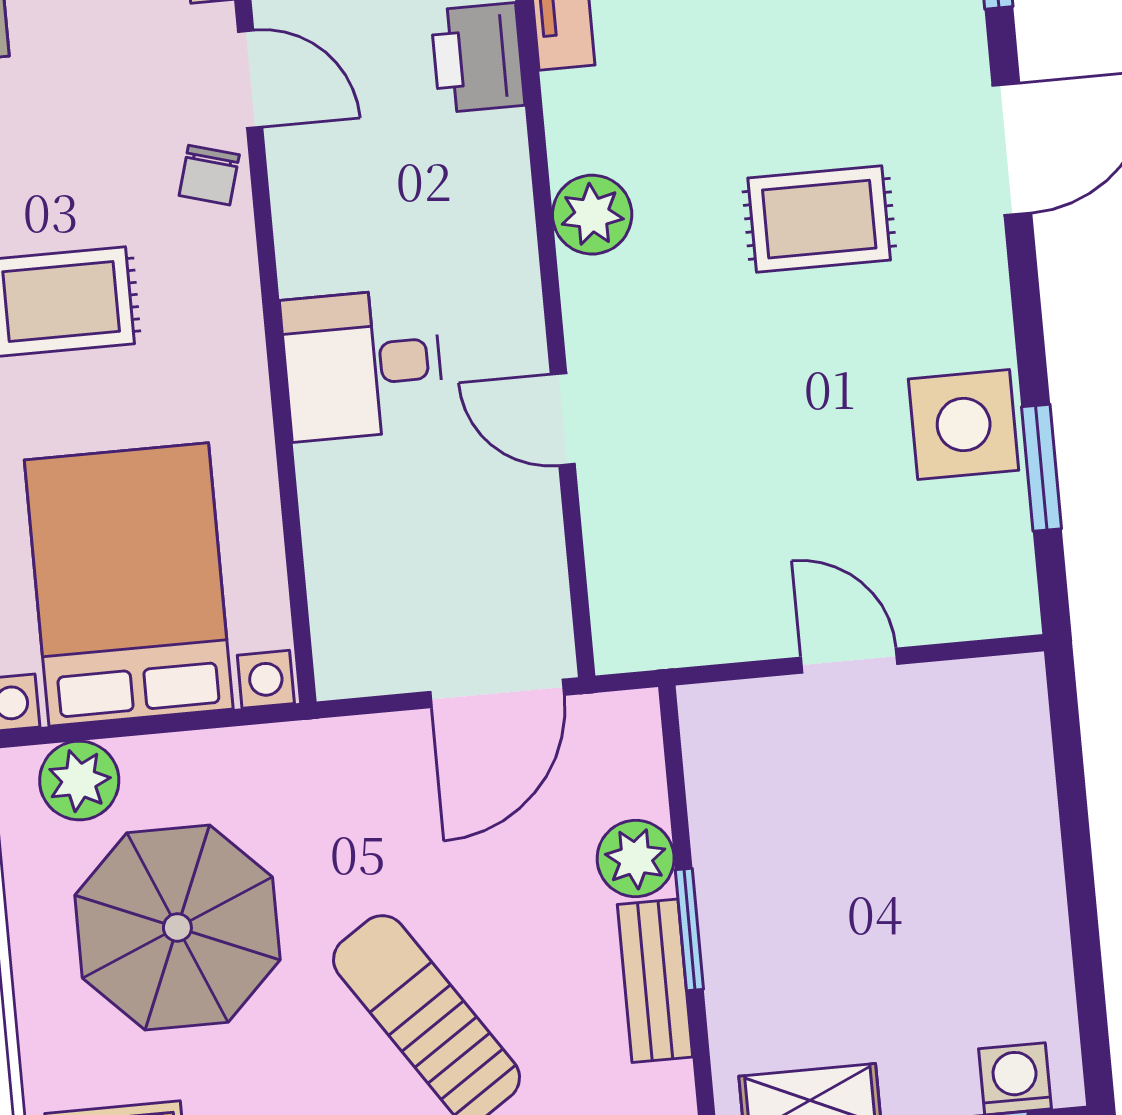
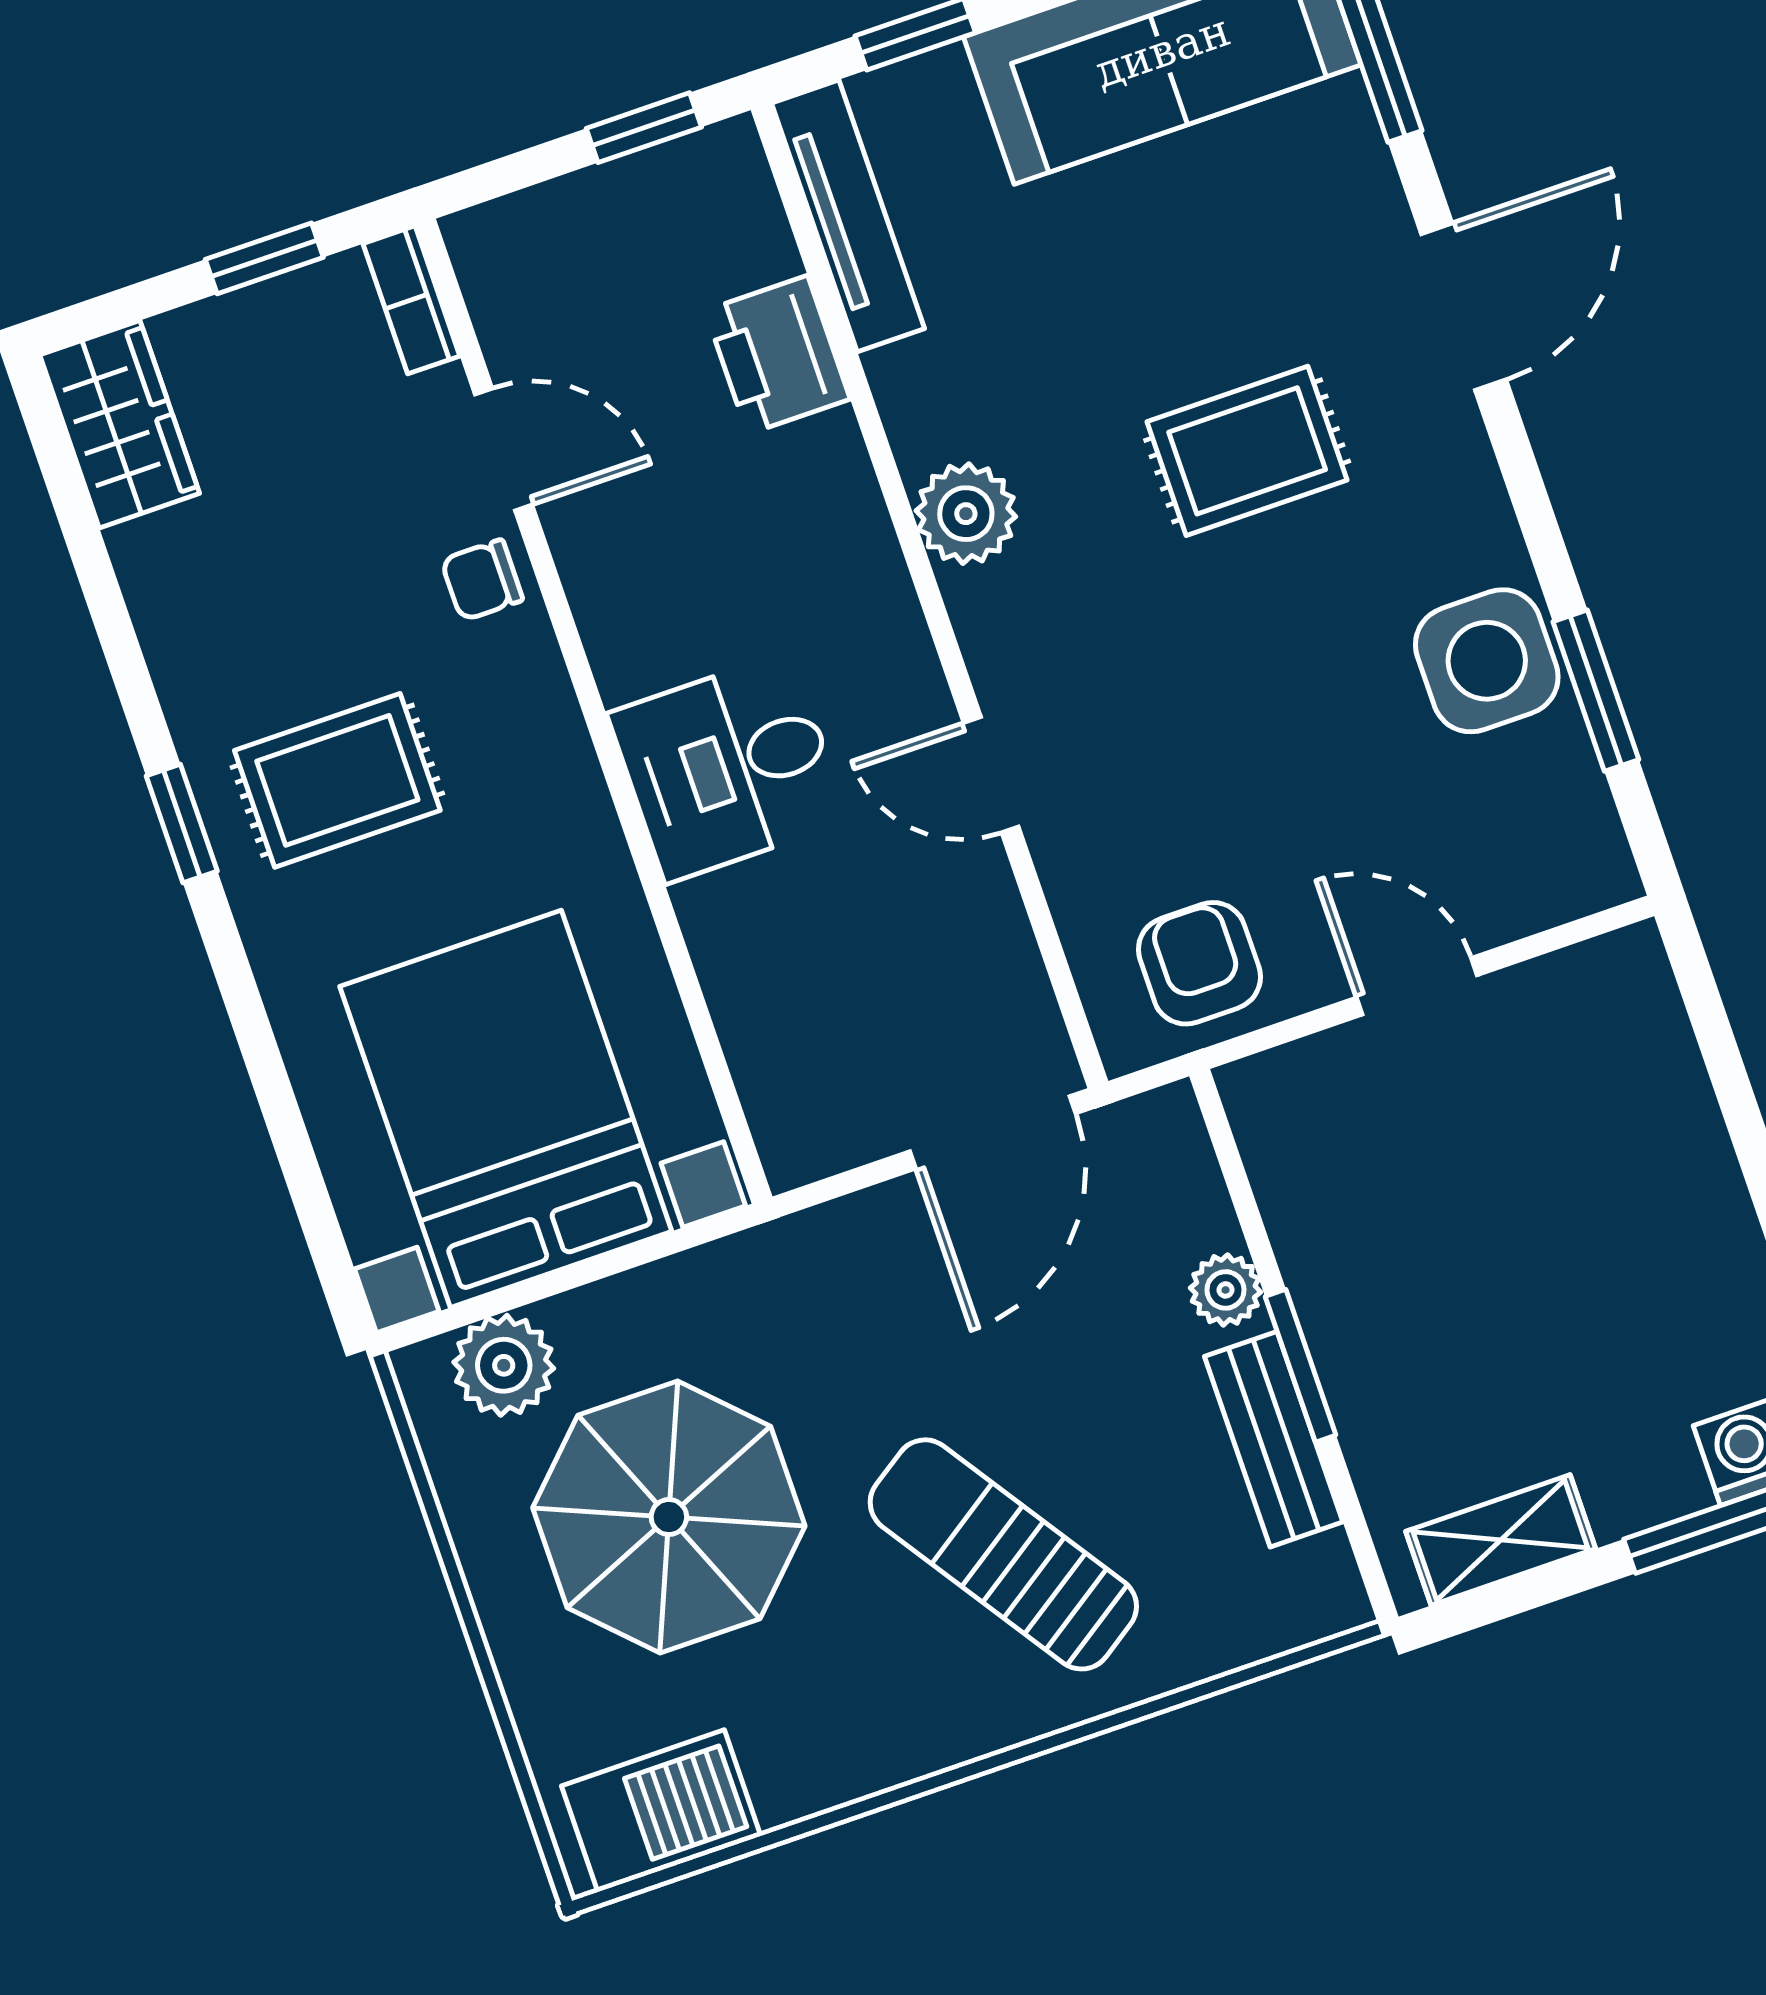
chair: (209, 175) -> (482, 580), turned 74
armchair: (687, 603) -> (1199, 963), added
plant: (636, 858) -> (1226, 1290), width x0.73, depth x0.73

